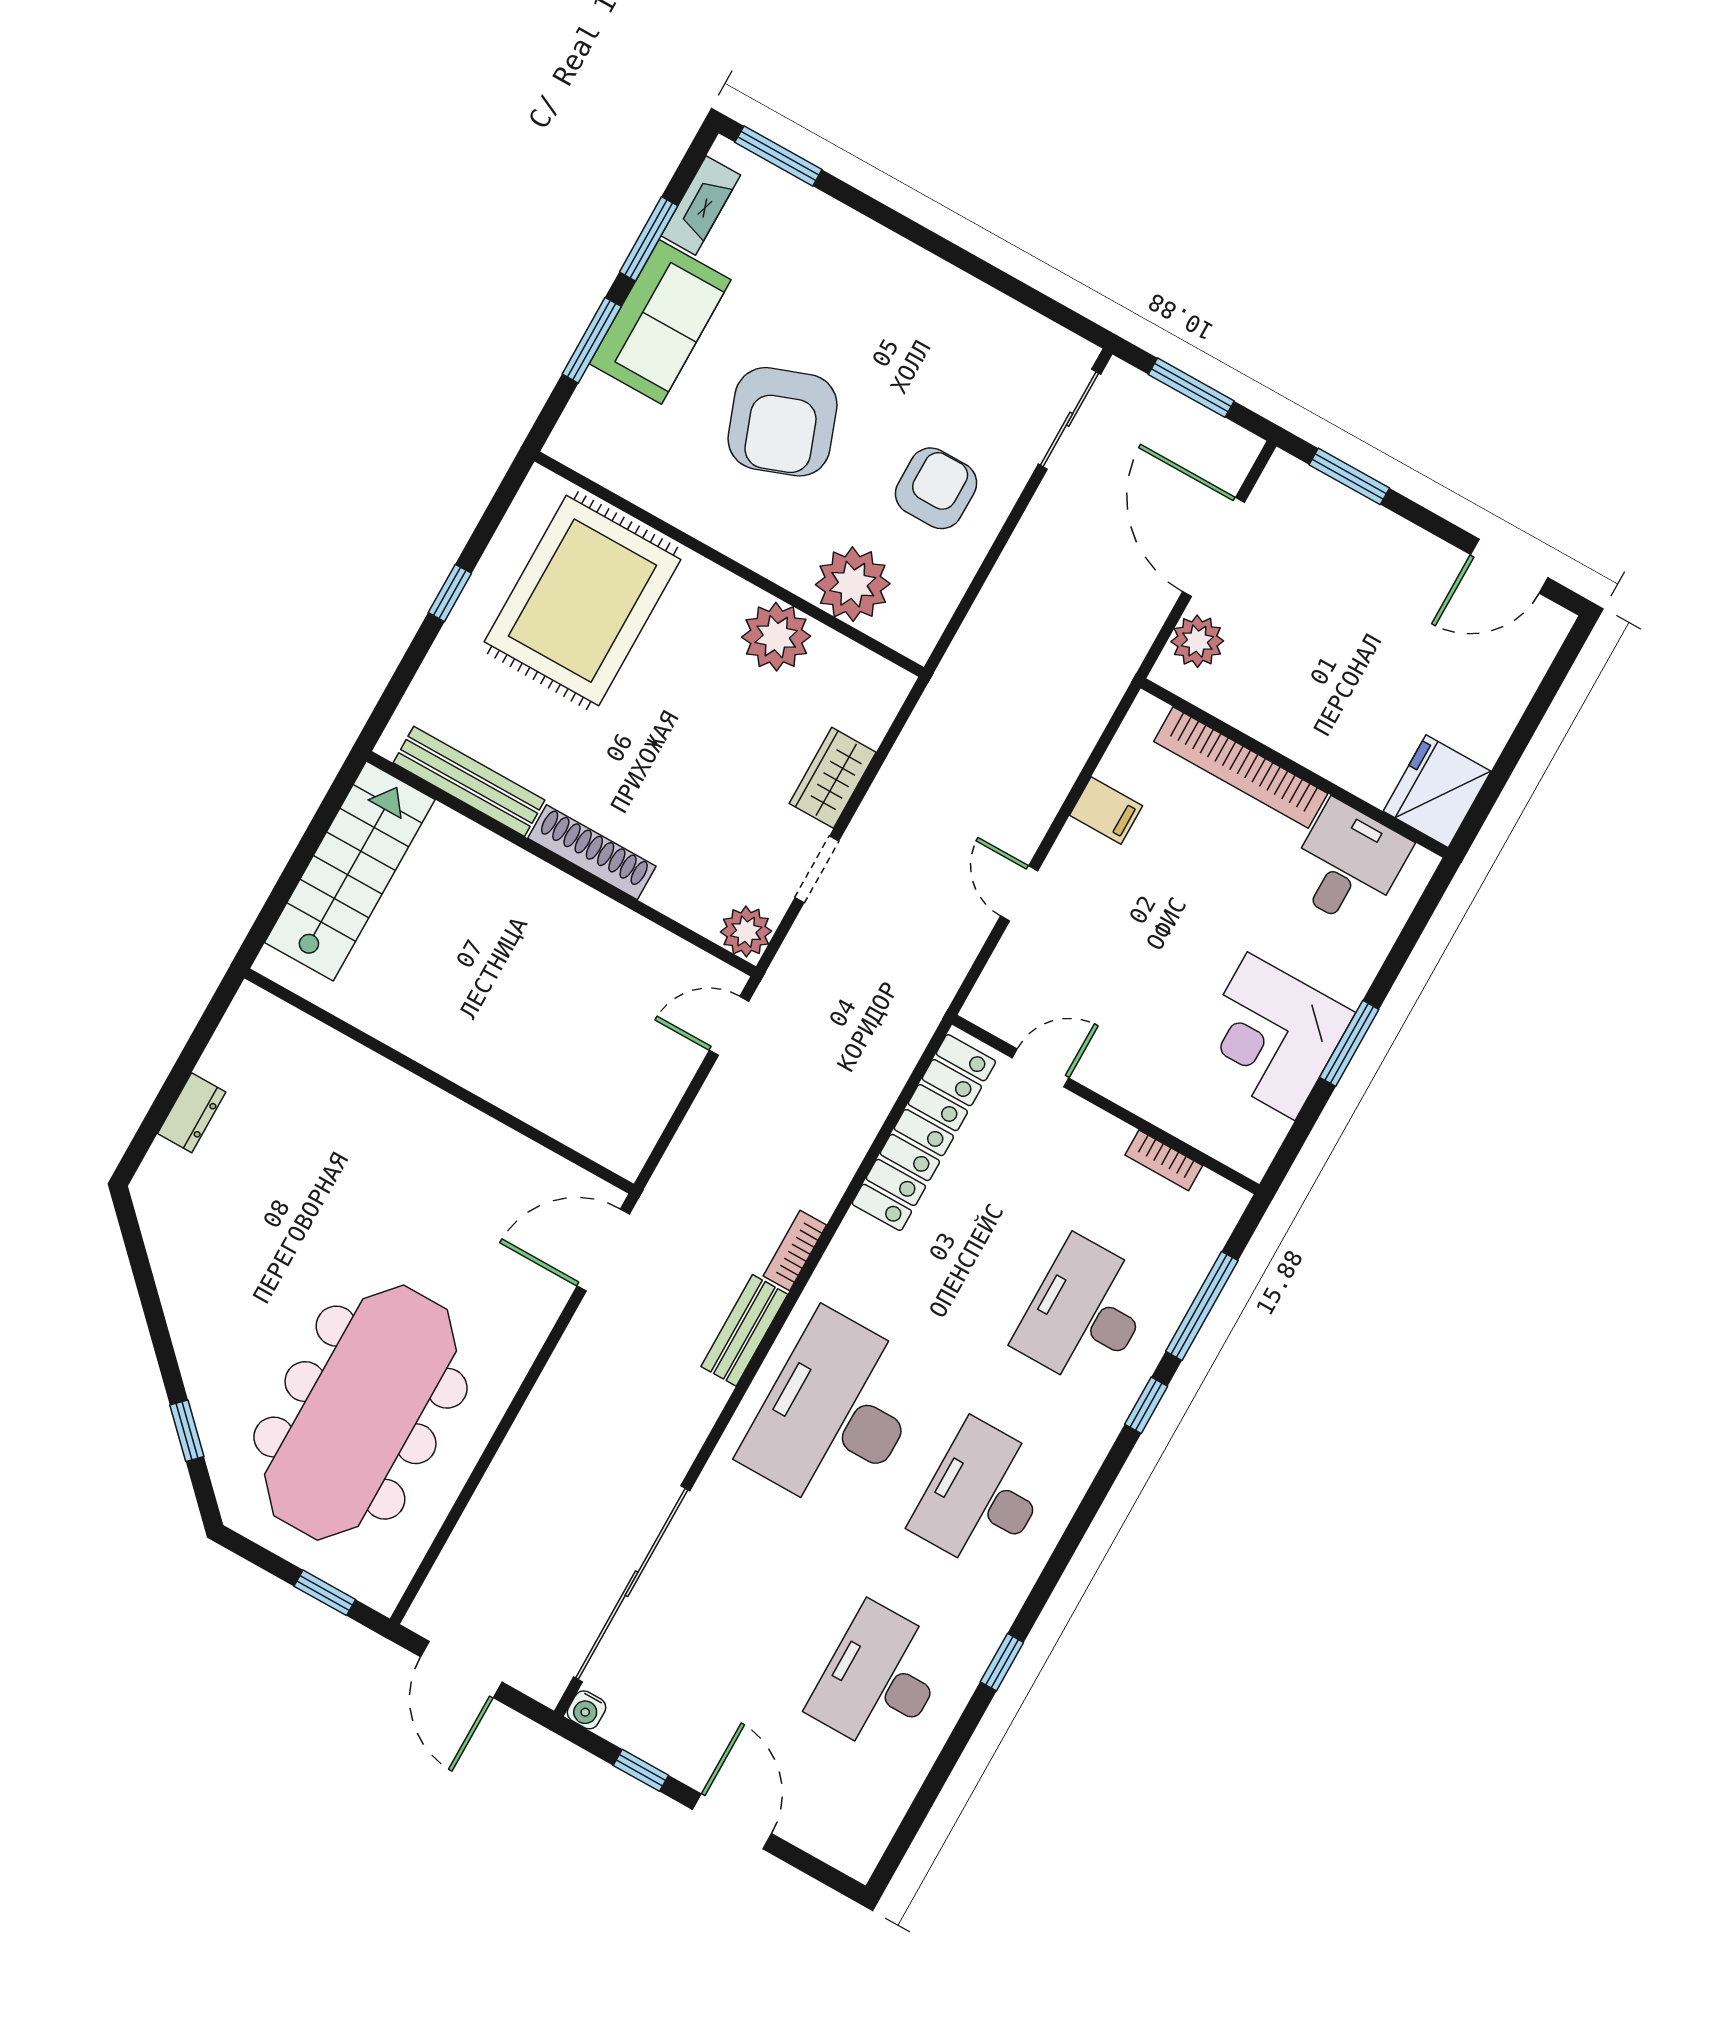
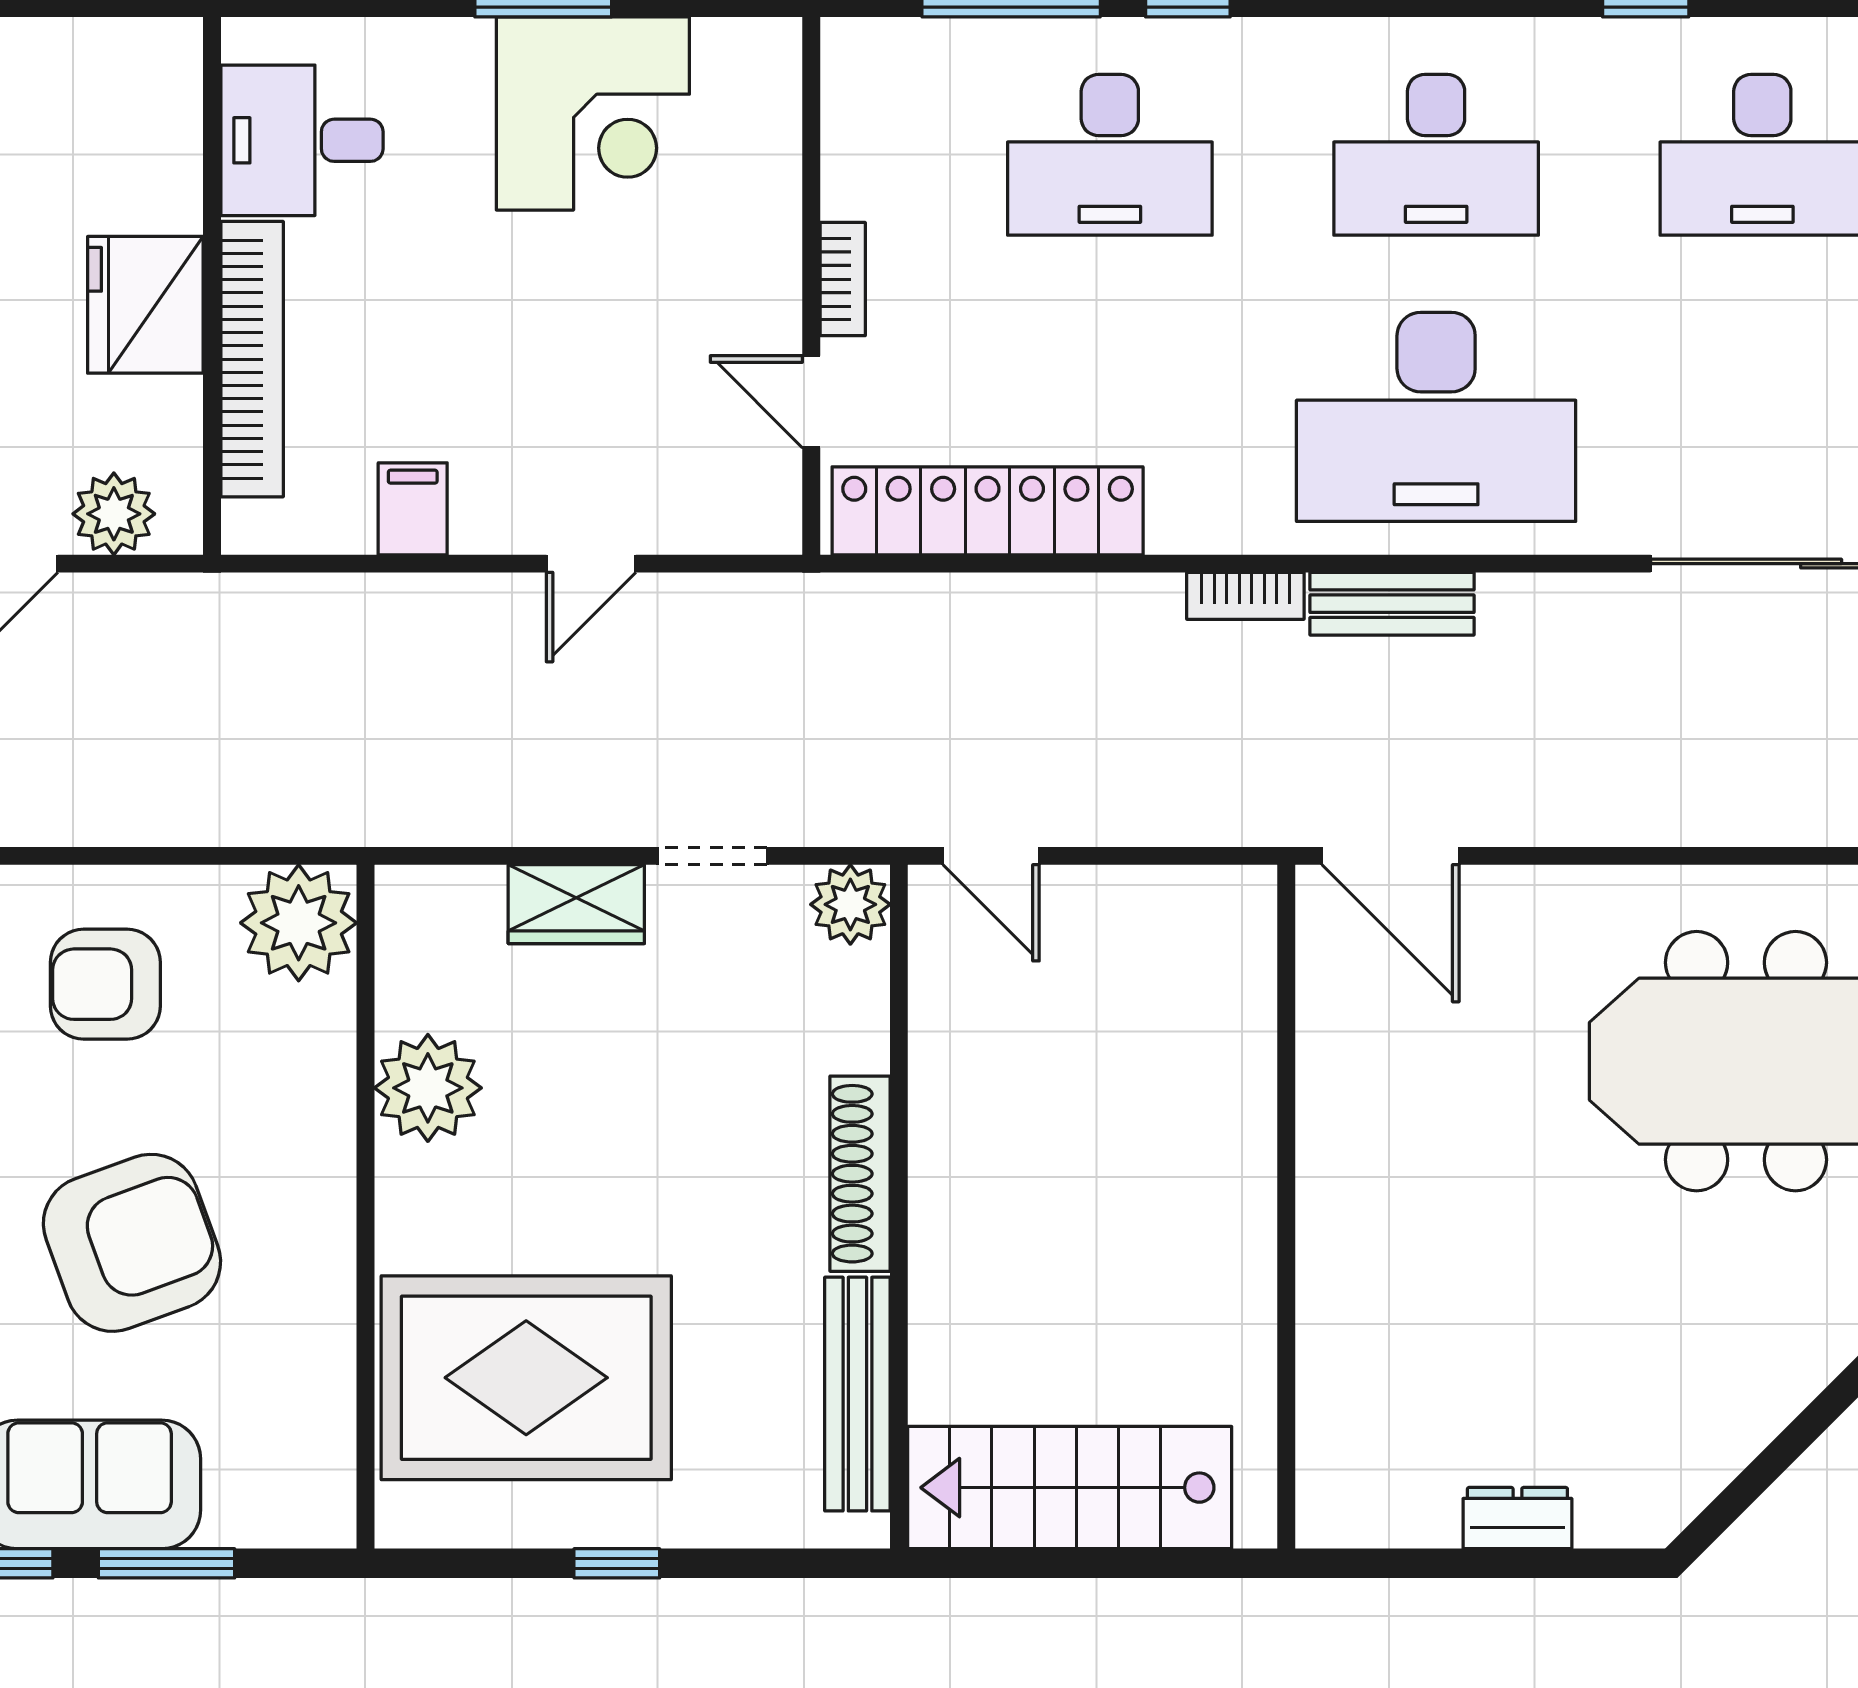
plant: (853, 584) -> (299, 923), moved
fridge: (1437, 791) -> (145, 305), moved, turned 90
bookcase: (1164, 1160) -> (843, 279), moved

